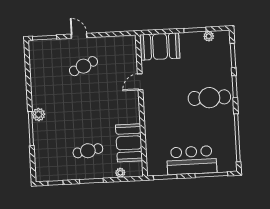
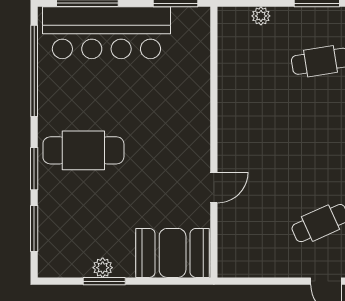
plant: (209, 36) -> (103, 268), moved
booth: (129, 143) -> (241, 72), removed
bar counter: (192, 160) -> (106, 33), width x1.36

